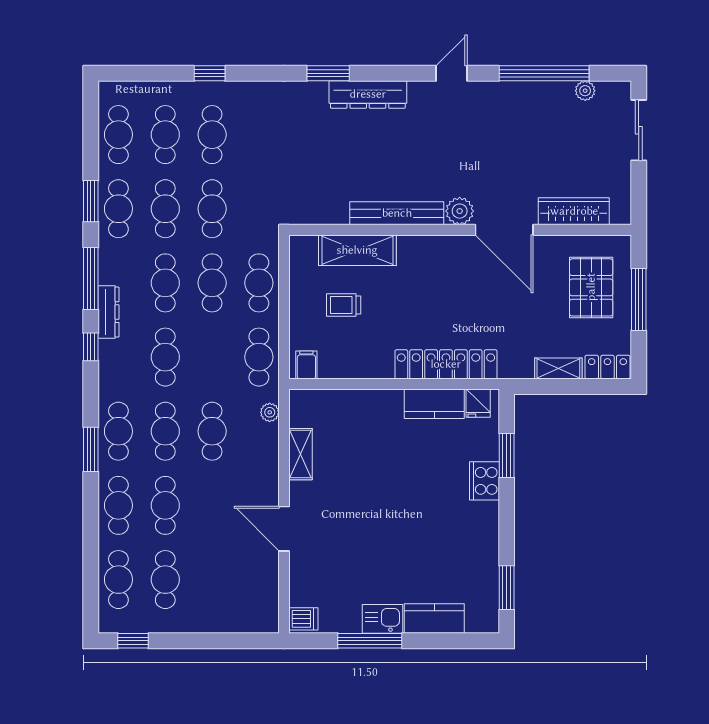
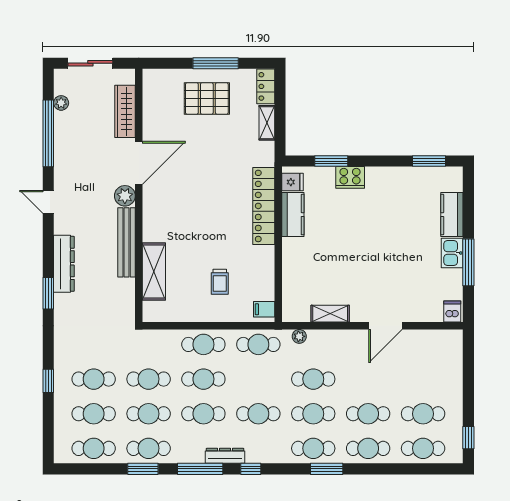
plant: (460, 211) -> (125, 196), moved
wardrobe: (574, 211) -> (125, 111), moved
bench: (397, 213) -> (127, 242), moved
wall: (460, 230) -> (139, 195), moved
door: (504, 230) -> (139, 163), moved
shelving: (357, 250) -> (154, 271), moved

